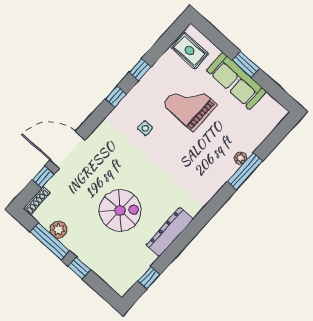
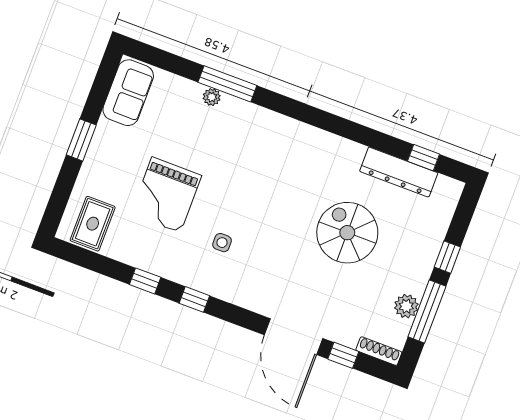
sofa: (236, 81) -> (128, 93), moved, width x0.73
dresser: (170, 232) -> (399, 172), moved

